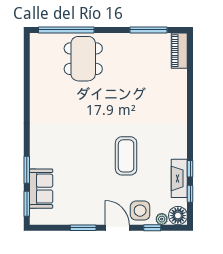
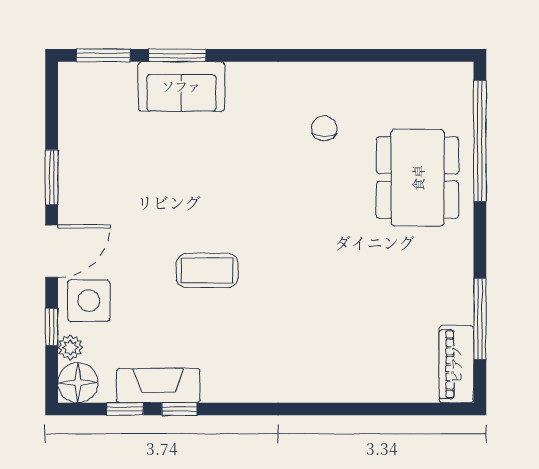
piano: (179, 51) -> (456, 364), moved, turned -90
dining table: (83, 59) -> (418, 178), turned 90
chair: (60, 102) -> (324, 128), added
coffee table: (126, 156) -> (207, 270), width x0.73, depth x0.76
sofa: (41, 189) -> (181, 86), moved

